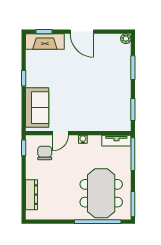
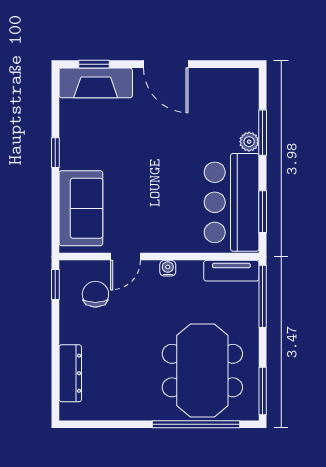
plant: (126, 39) -> (249, 142), moved
bar counter: (117, 104) -> (232, 202), added

